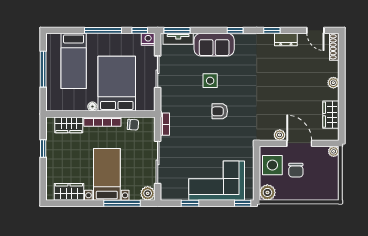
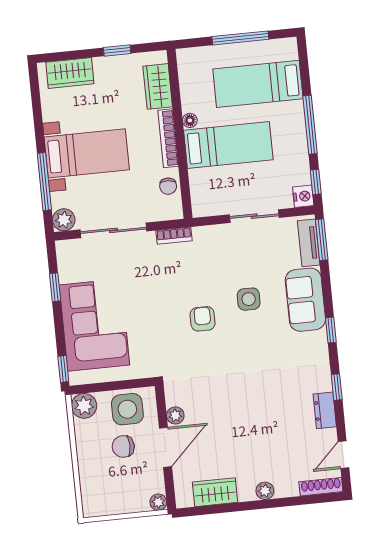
bed: (117, 84) -> (228, 145), width x0.67
wardrobe: (69, 192) -> (70, 73), moved, turned 90

